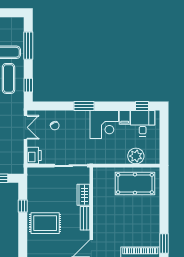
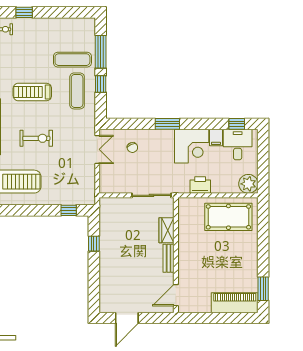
window: (28, 85) -> (101, 84), moved
printer: (34, 155) -> (200, 185), moved, turned -90
plant: (136, 156) -> (248, 184), moved
rug: (45, 223) -> (121, 264), removed

